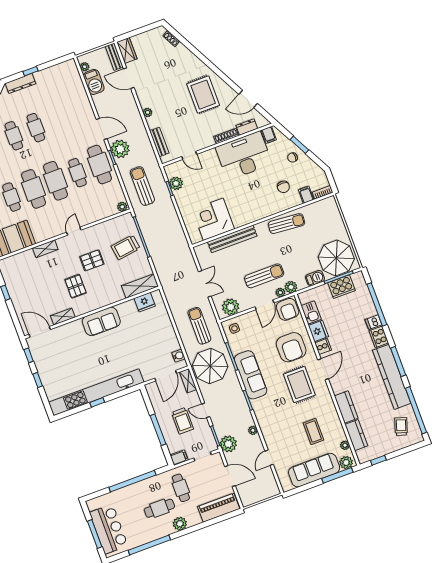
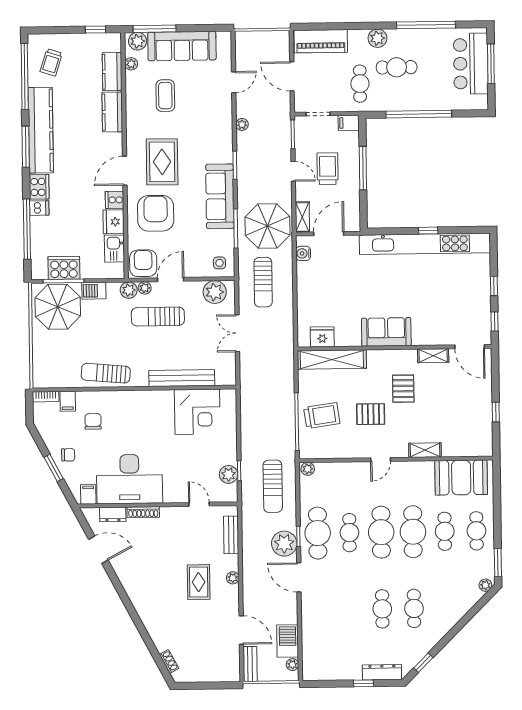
wardrobe: (127, 50) -> (231, 666), removed
rug: (203, 95) -> (199, 582), moved, width x0.73, depth x0.70
shelving: (140, 286) -> (332, 360), width x1.47
plant: (228, 444) -> (279, 118), removed

